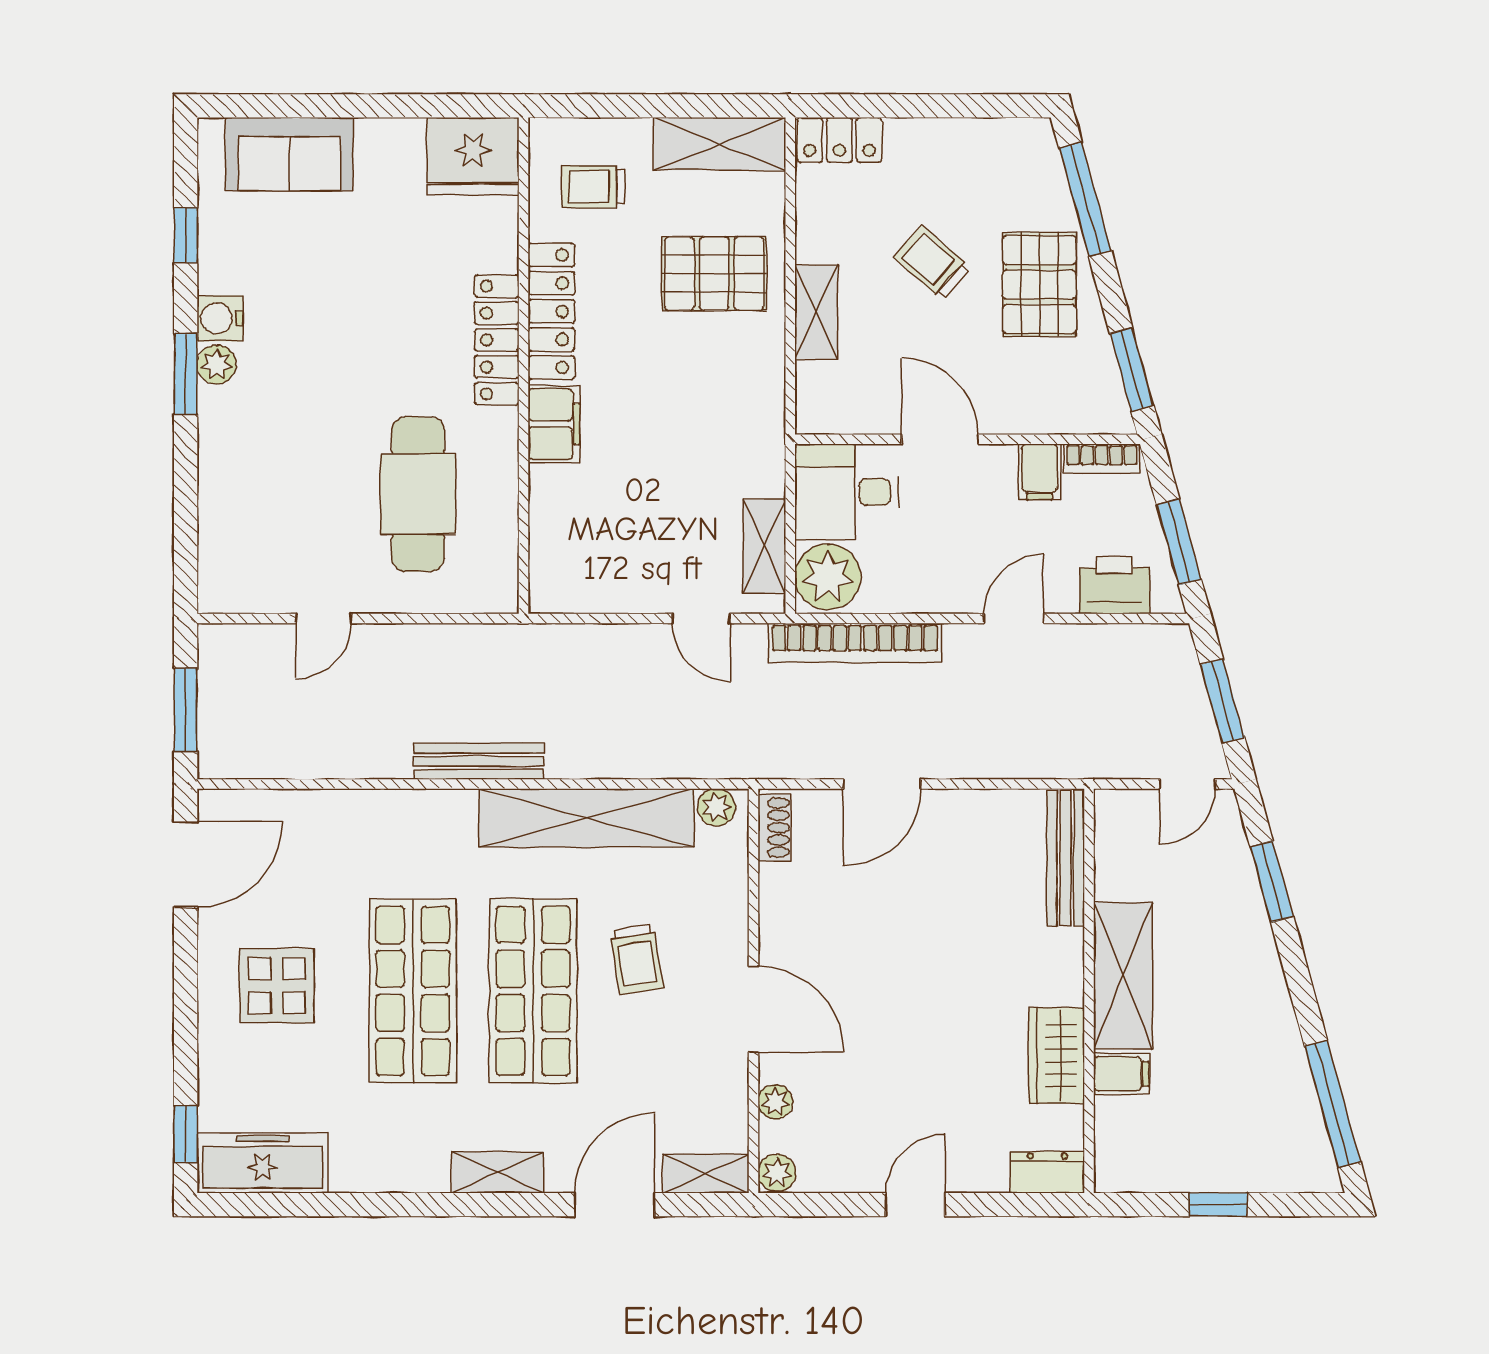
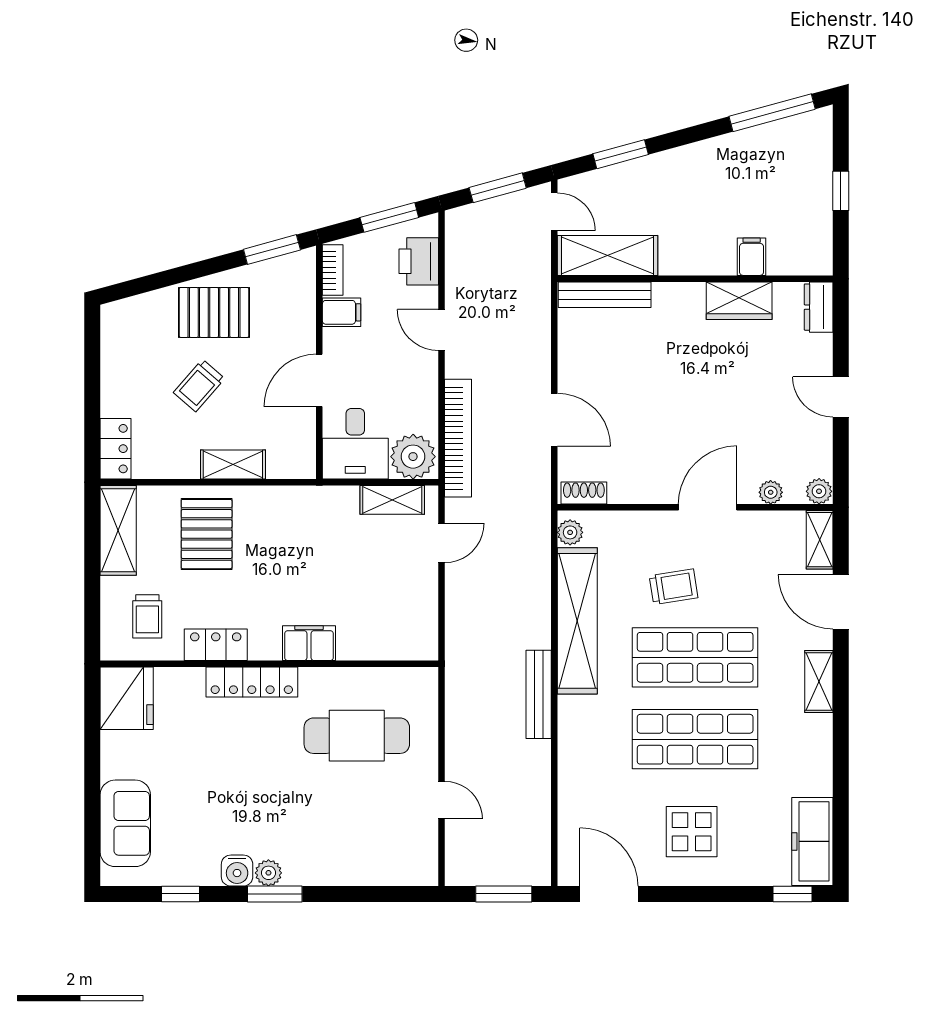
window: (1085, 199) -> (156, 281), removed
locker: (551, 311) -> (216, 645), width x0.66
shelving: (1123, 976) -> (607, 255), moved

